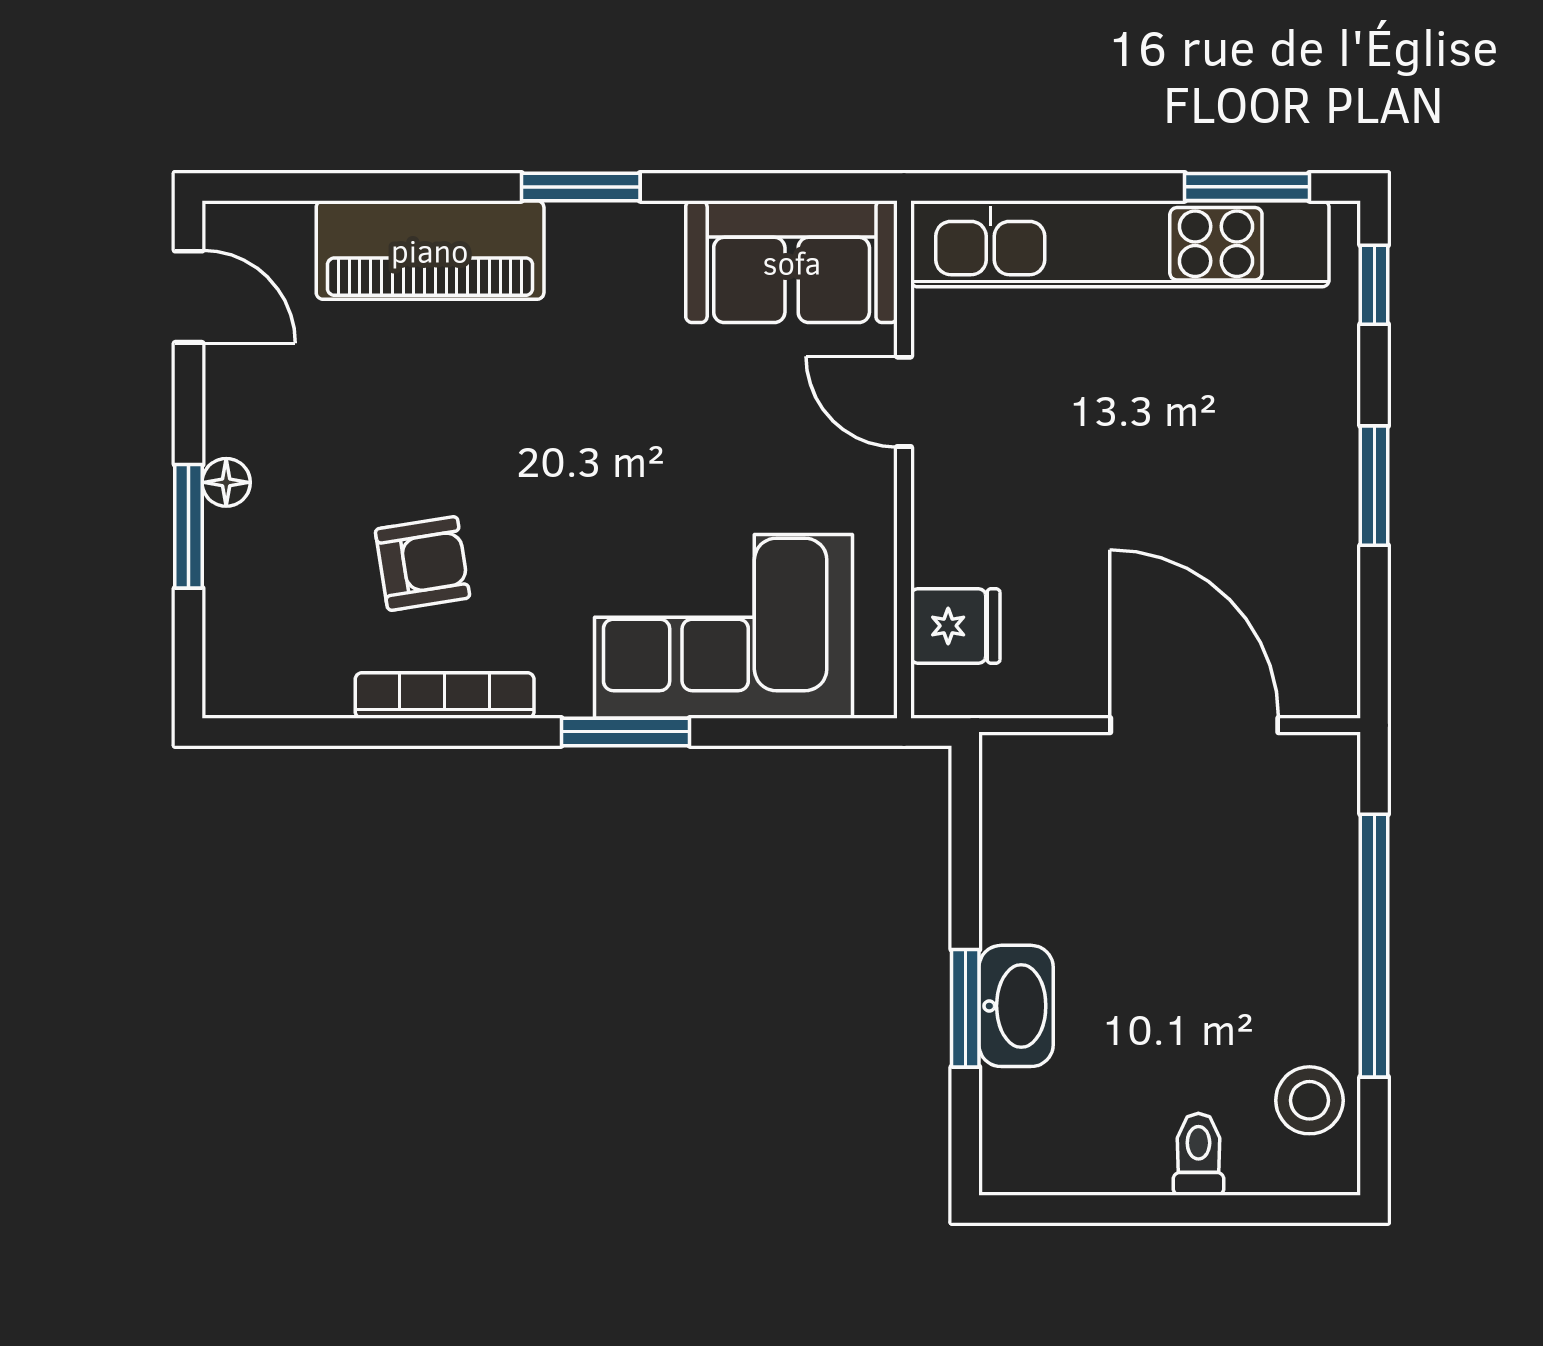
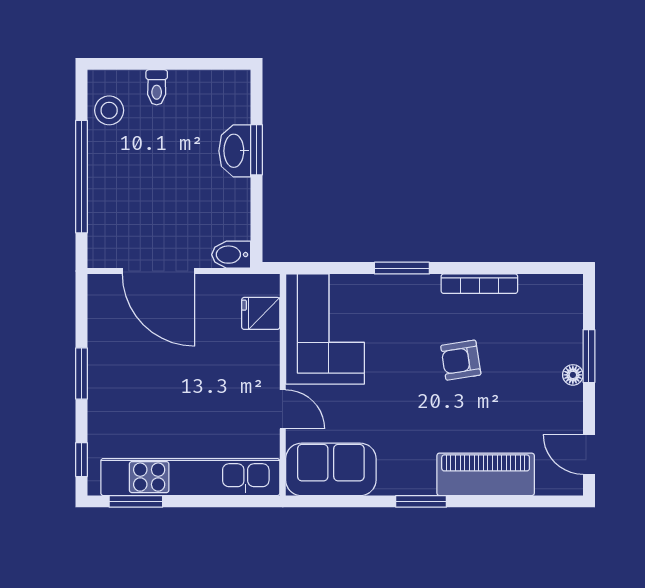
armchair: (423, 563) -> (461, 360), moved
corner sofa: (724, 626) -> (325, 329), moved, turned -90
bidet: (1024, 763) -> (231, 255), added

